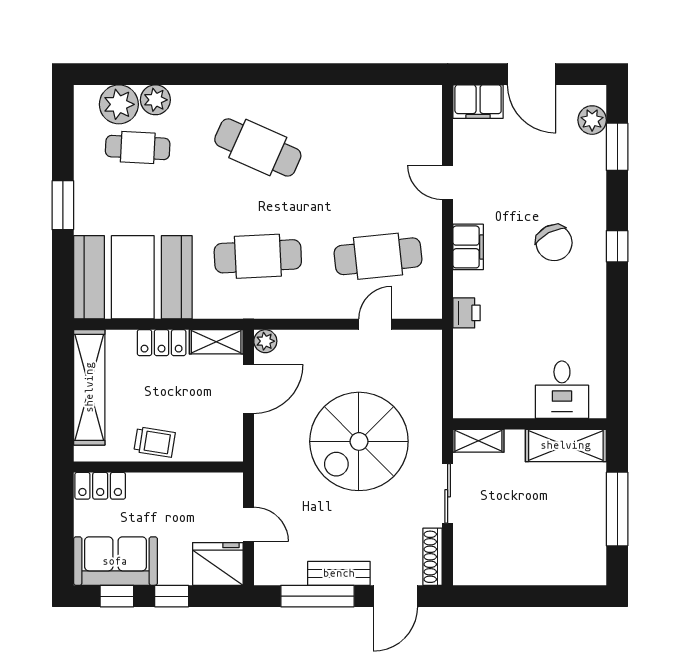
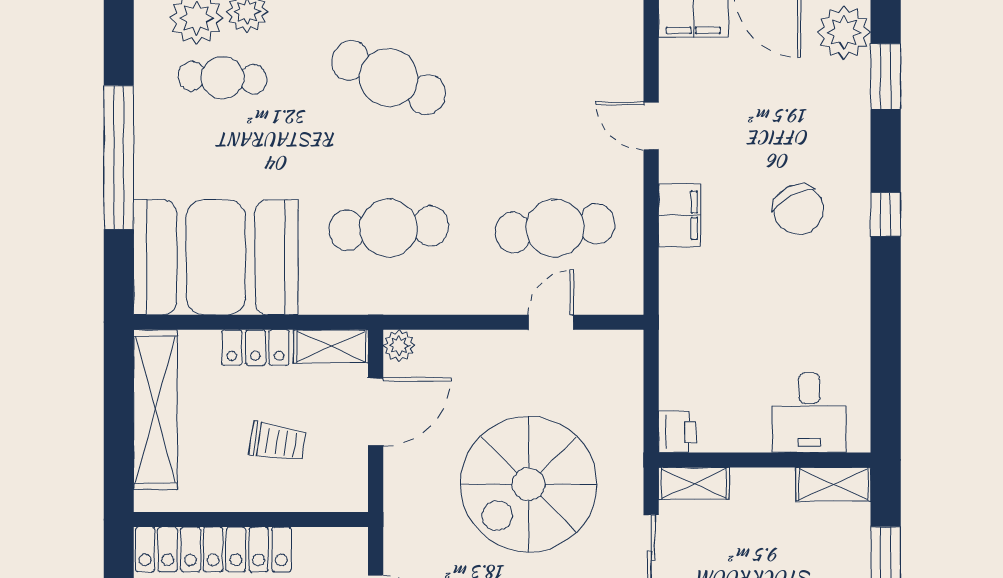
plant: (592, 120) -> (844, 32), width x1.36, depth x1.36
window: (63, 205) -> (119, 157), width x2.11
printer: (467, 313) -> (677, 432), moved
trolley: (155, 442) -> (278, 442), moved
shelving: (566, 445) -> (833, 484), width x0.67, depth x0.75
locker: (100, 486) -> (213, 549), width x2.16, depth x1.21

